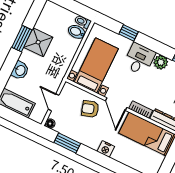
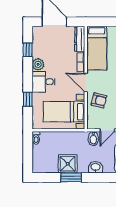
bidet: (77, 32) -> (93, 139), moved
door: (116, 104) -> (86, 83), swing flipped
armchair: (90, 109) -> (99, 100), turned -59

